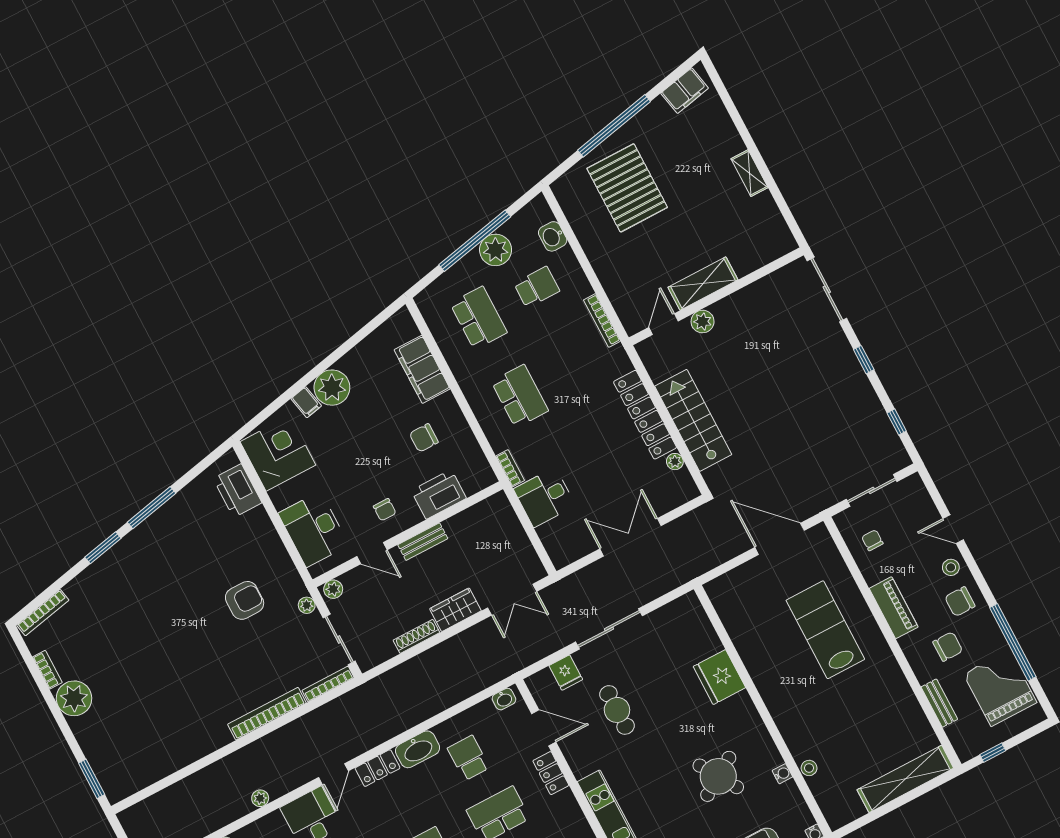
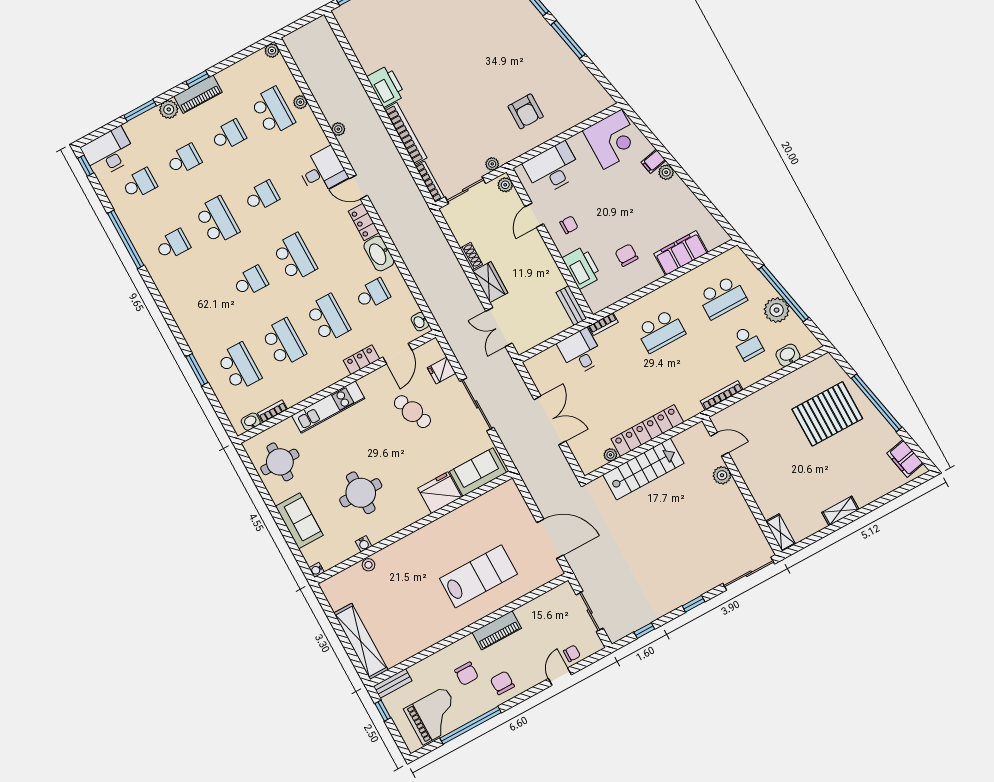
shelving: (703, 284) -> (780, 533), moved, width x0.67, depth x0.75
plant: (332, 388) -> (666, 172), width x0.53, depth x0.53
printer: (237, 491) -> (386, 86), moved, turned 90
chair: (385, 510) -> (569, 225), turned 180
door: (780, 539) -> (550, 539), hinge flipped
chair: (872, 540) -> (572, 653), moved
bench: (423, 542) -> (571, 306), moved
stool: (951, 567) -> (529, 675), removed
armchair: (245, 600) -> (526, 111), moved
sofa: (694, 628) -> (478, 472), added
shoe rack: (416, 636) -> (471, 256), width x0.70
bench: (939, 703) -> (393, 683), moved
cafe table: (617, 710) -> (412, 412), turned 68
round table: (718, 776) -> (361, 493), turned 32

